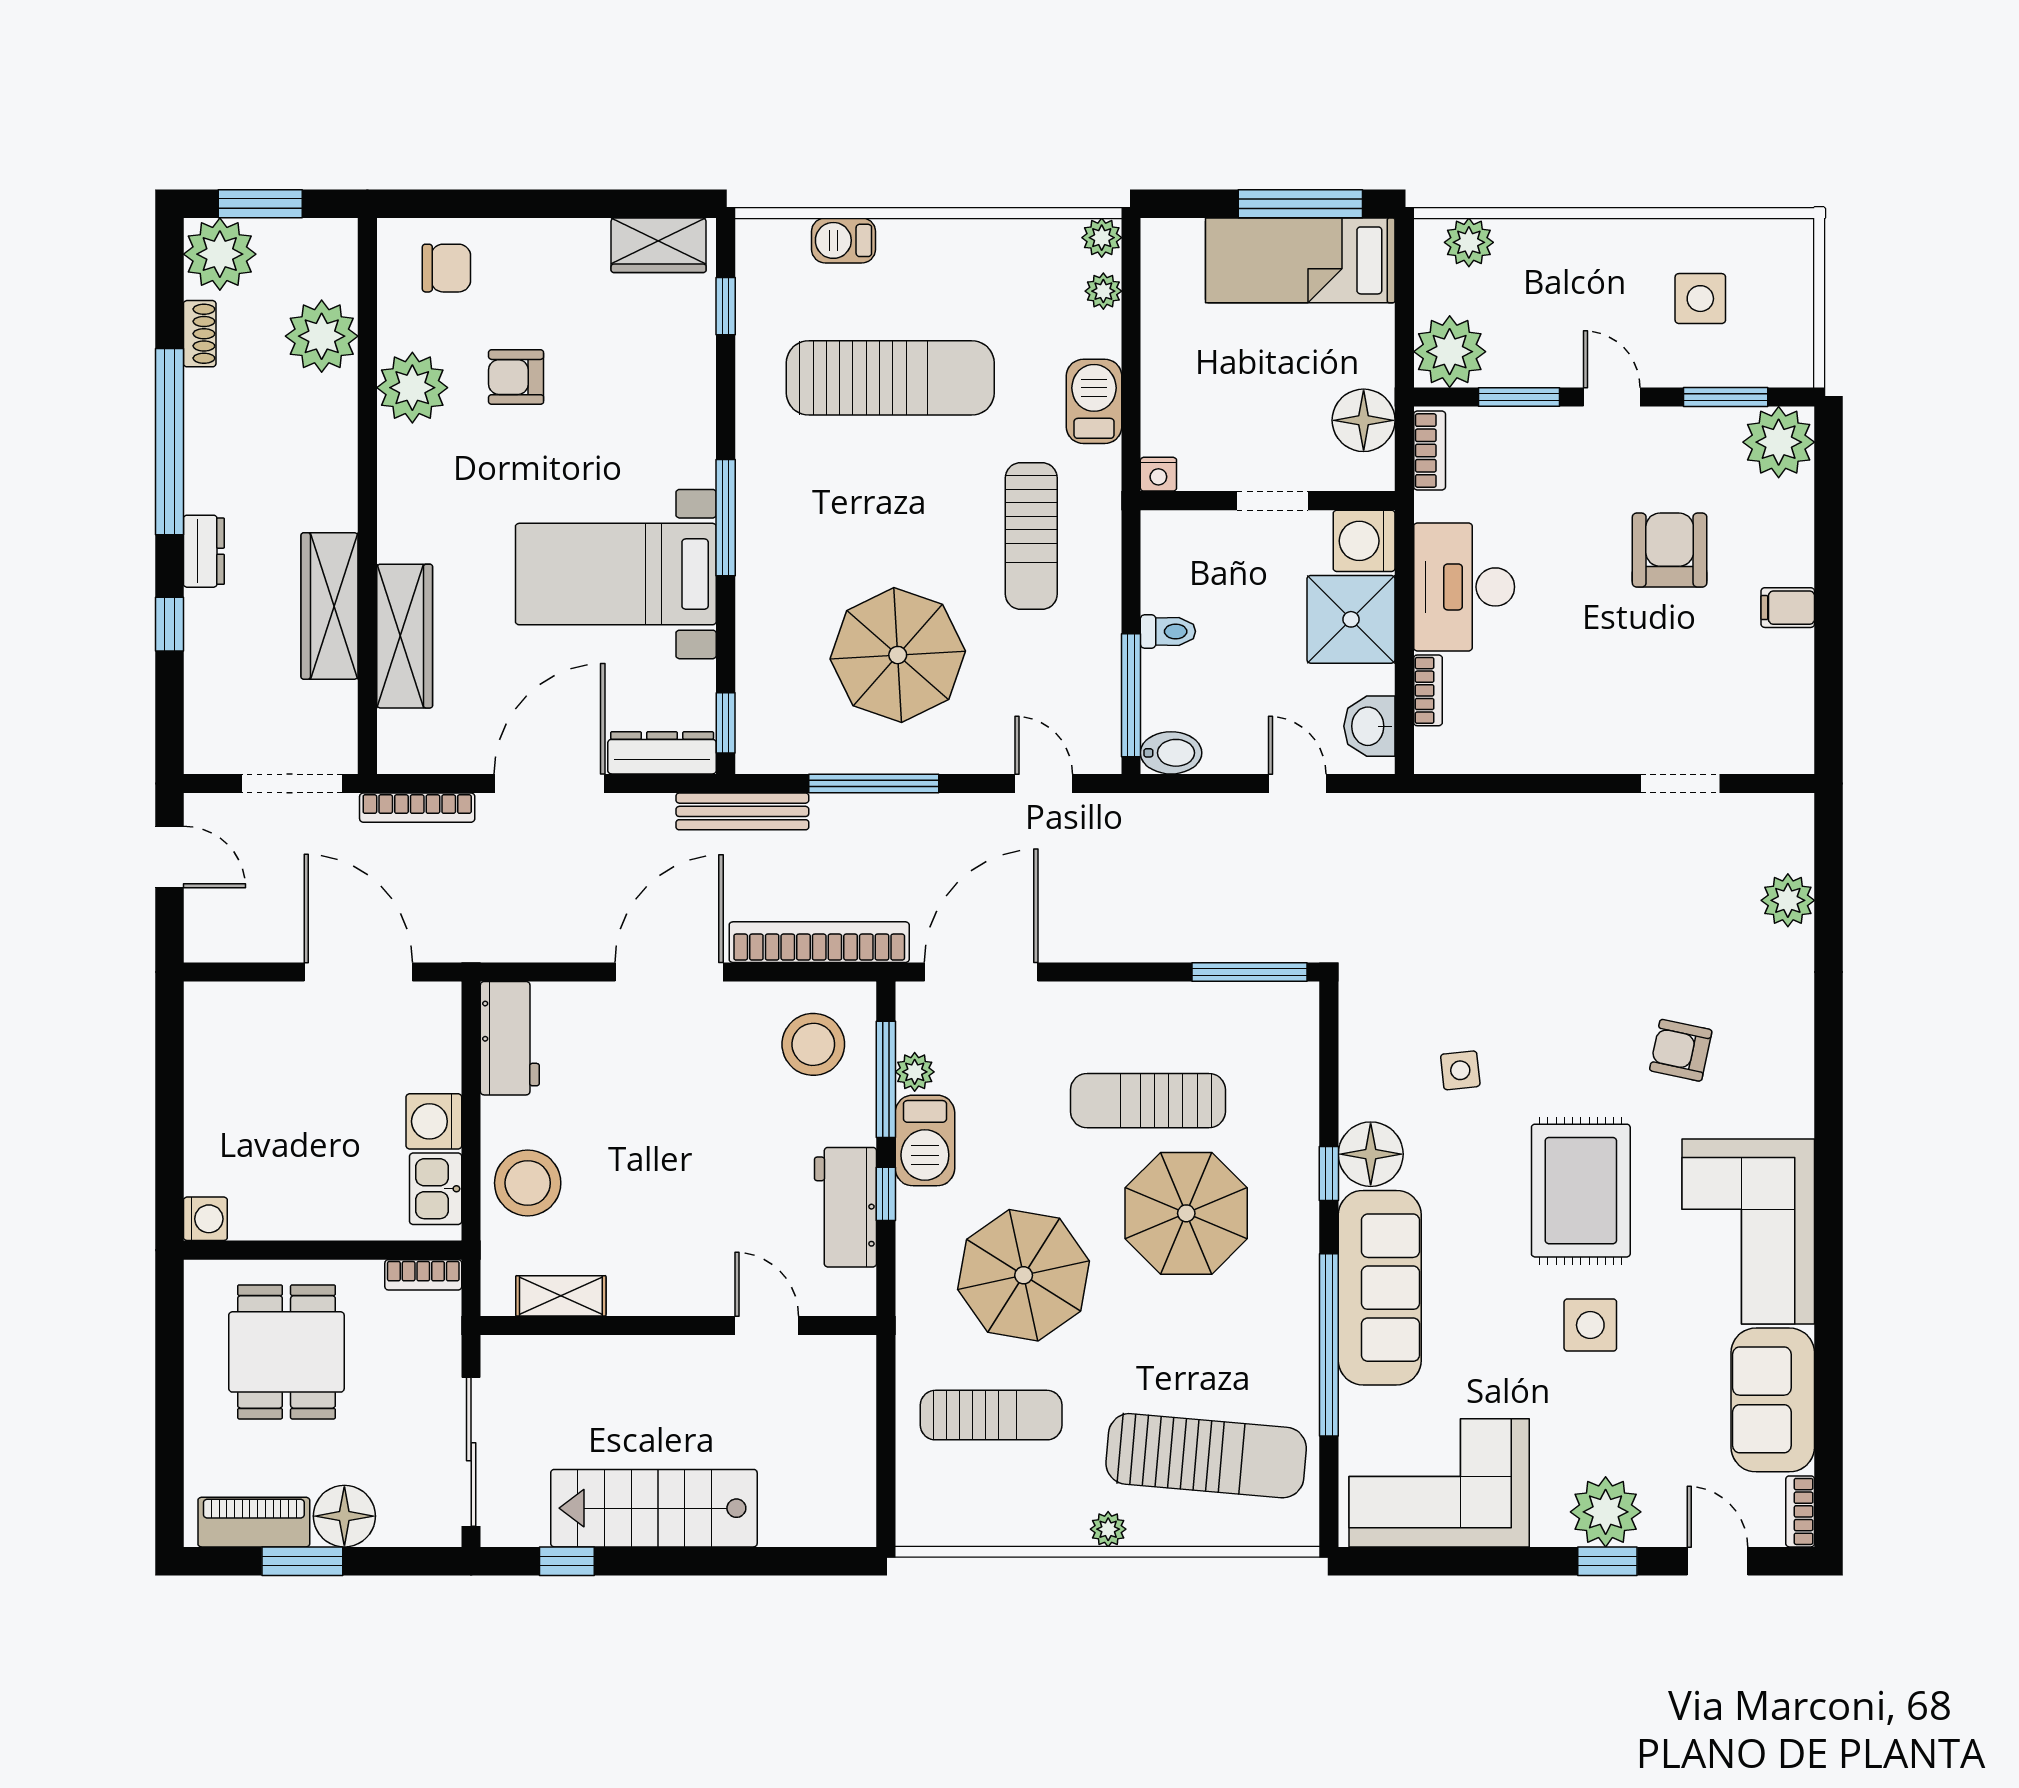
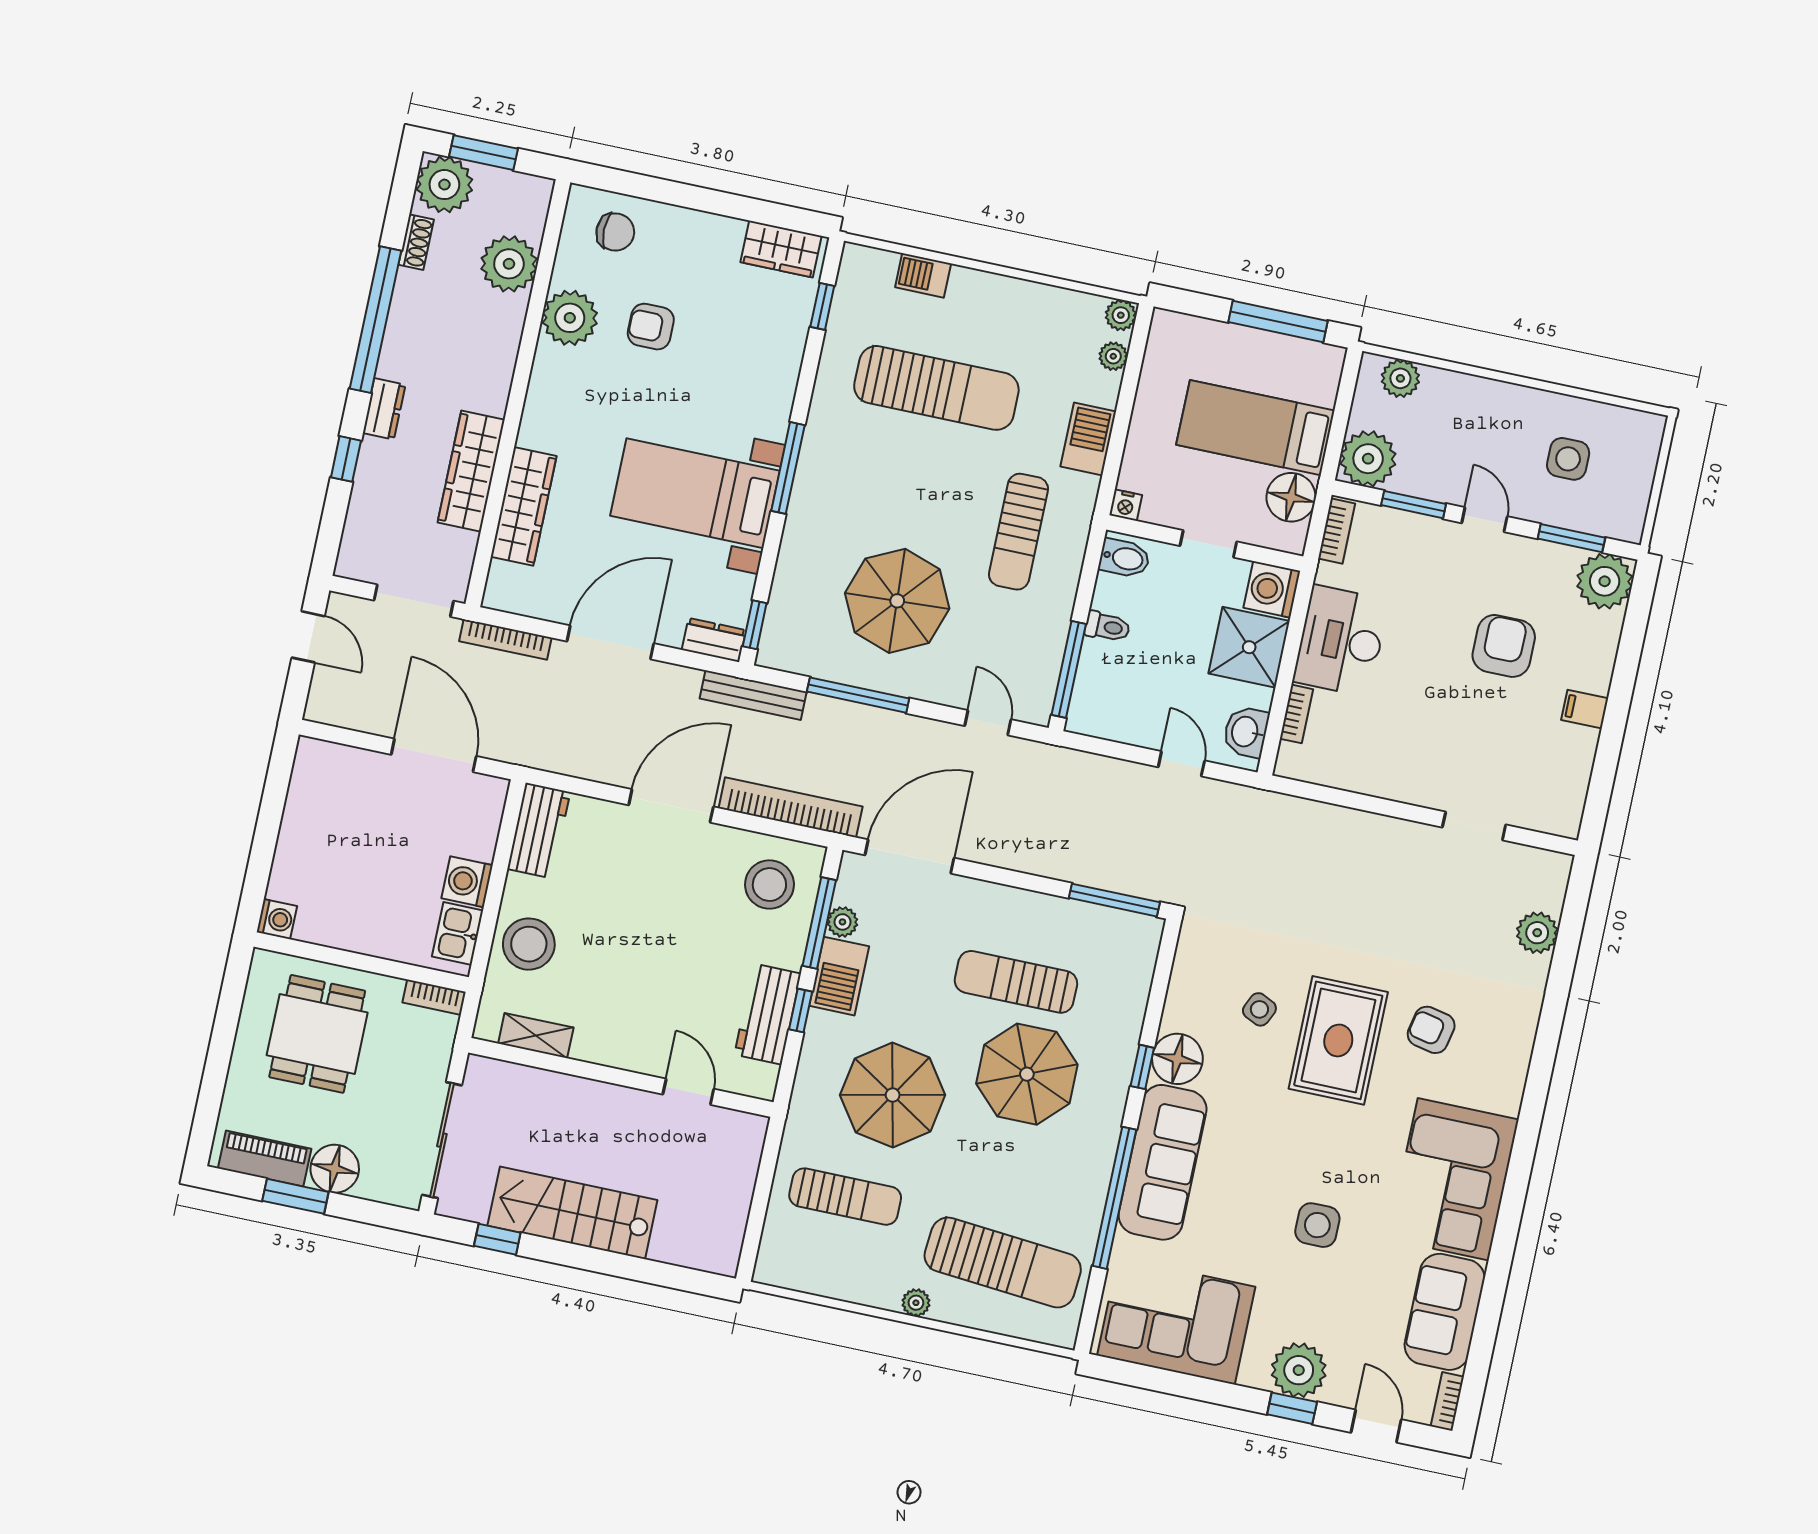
bed: (1300, 260) -> (1255, 428), moved
dresser: (662, 753) -> (714, 640), width x0.70
bidet: (1171, 753) -> (1124, 558), moved
side table: (1460, 1070) -> (1259, 1009), turned 31
rug: (1581, 1191) -> (1338, 1040), moved

